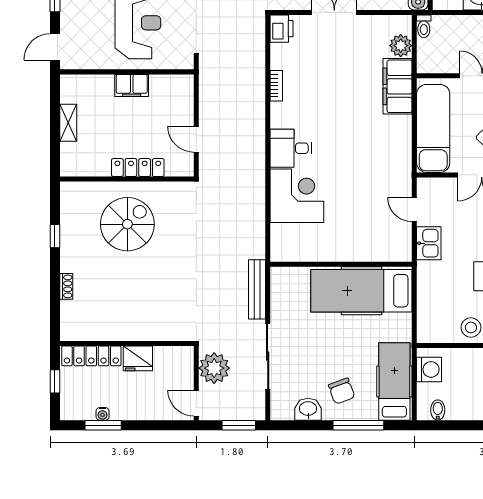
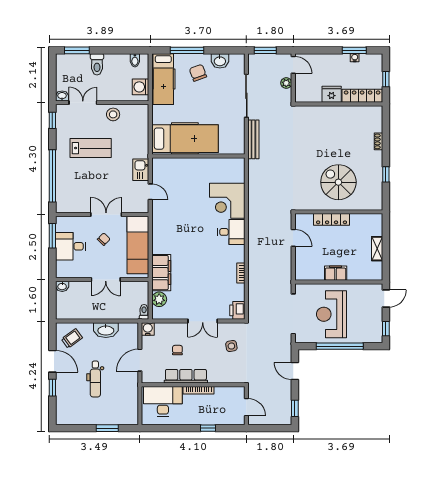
spiral stairs: (127, 224) -> (338, 182), turned 90
plant: (214, 368) -> (286, 83), width x0.53, depth x0.53

